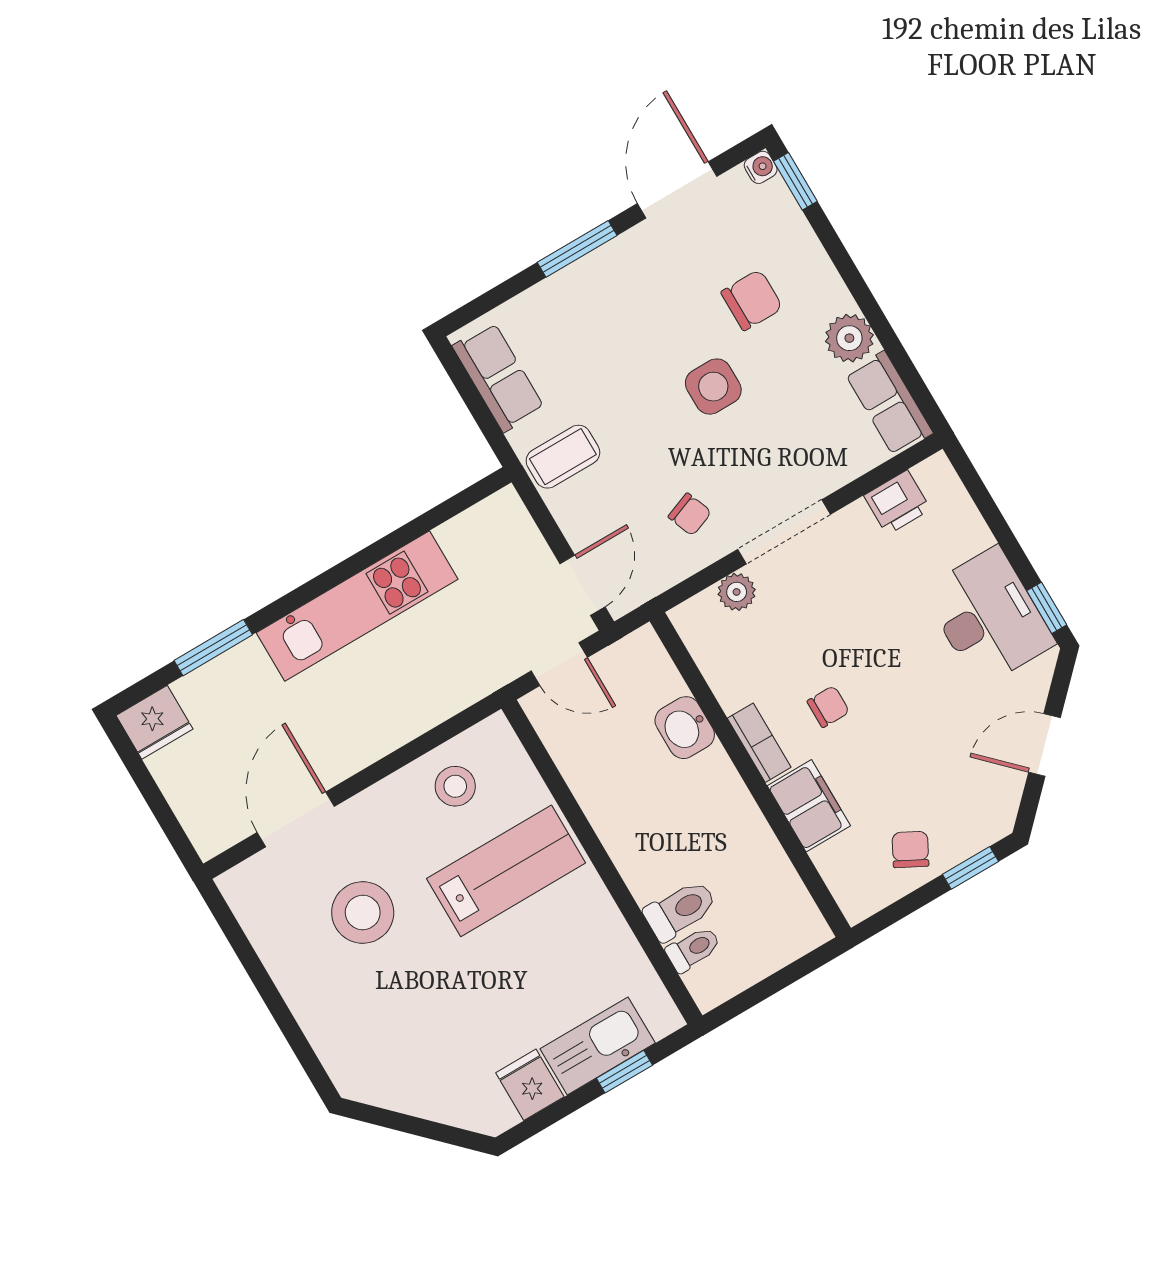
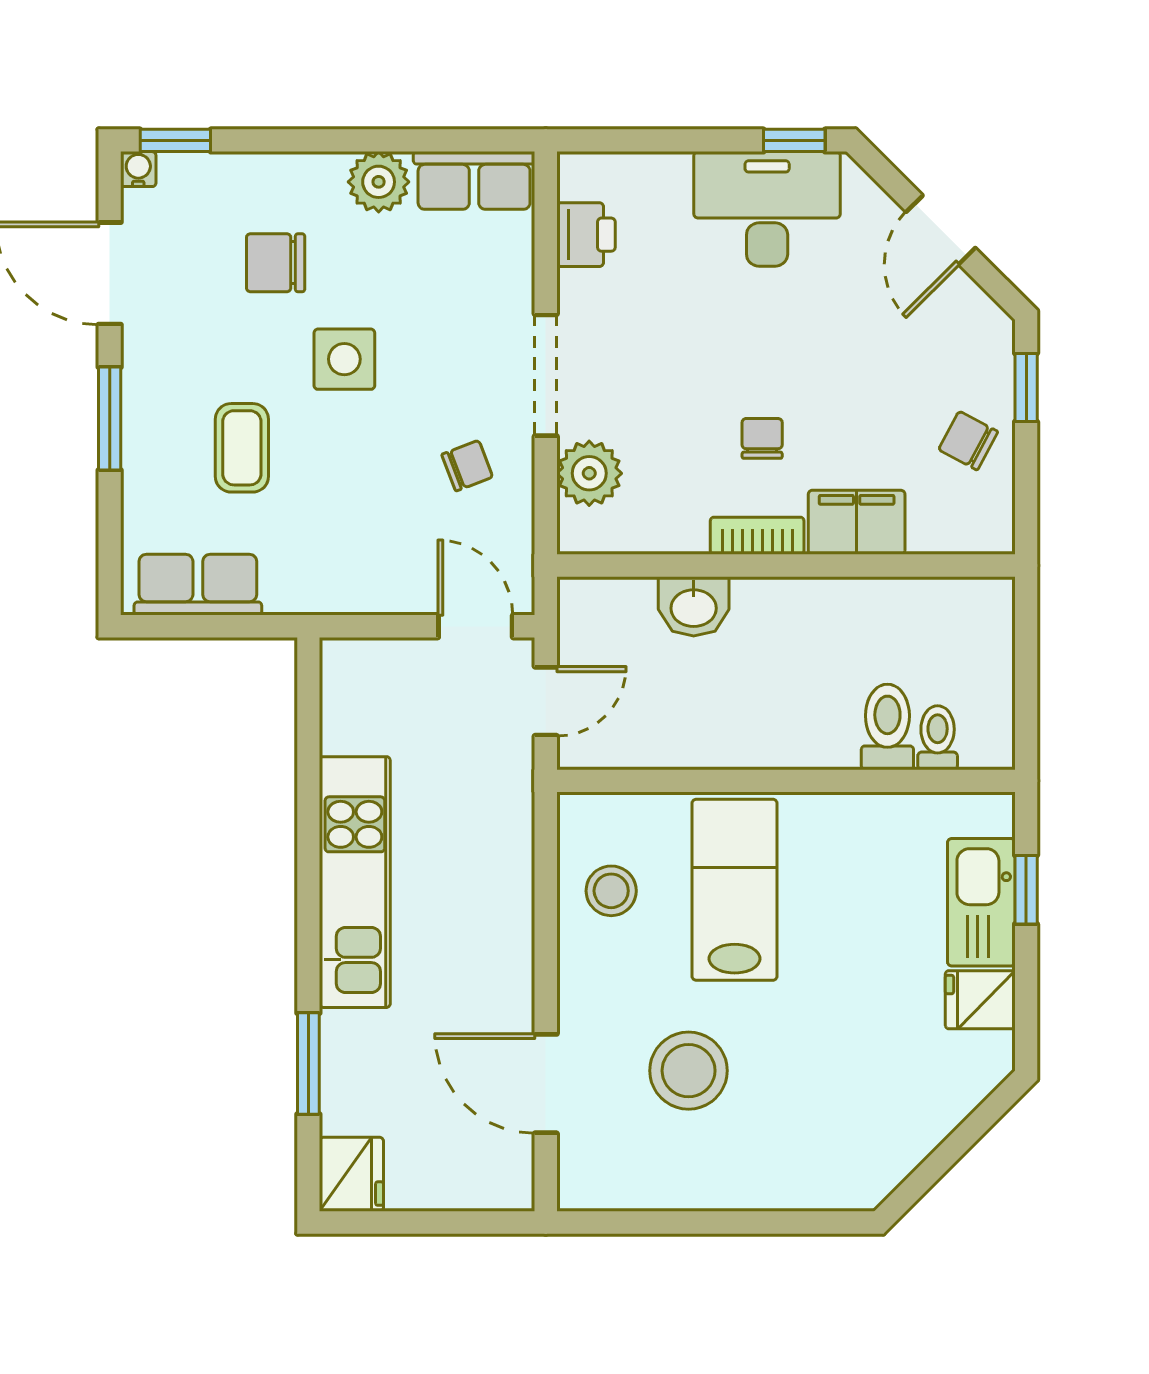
chair: (752, 300) -> (276, 263), turned -90
coffee table: (563, 457) -> (242, 448), moved
plant: (737, 592) -> (589, 473), width x1.38, depth x1.38

